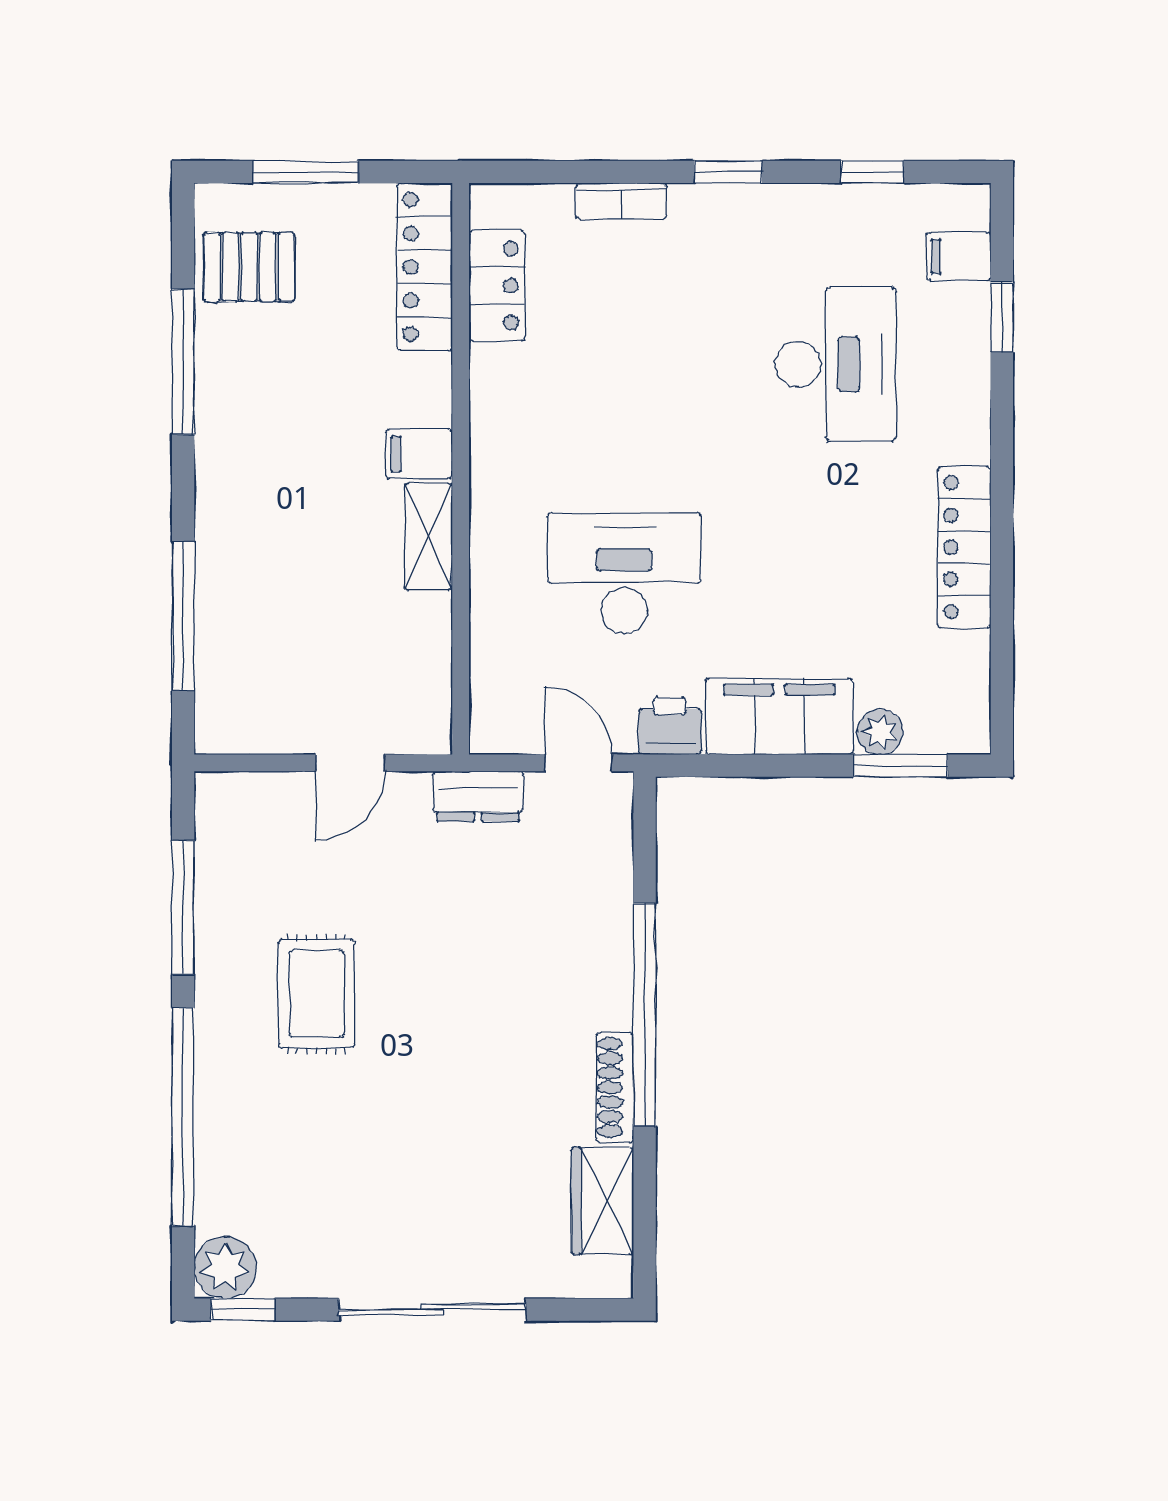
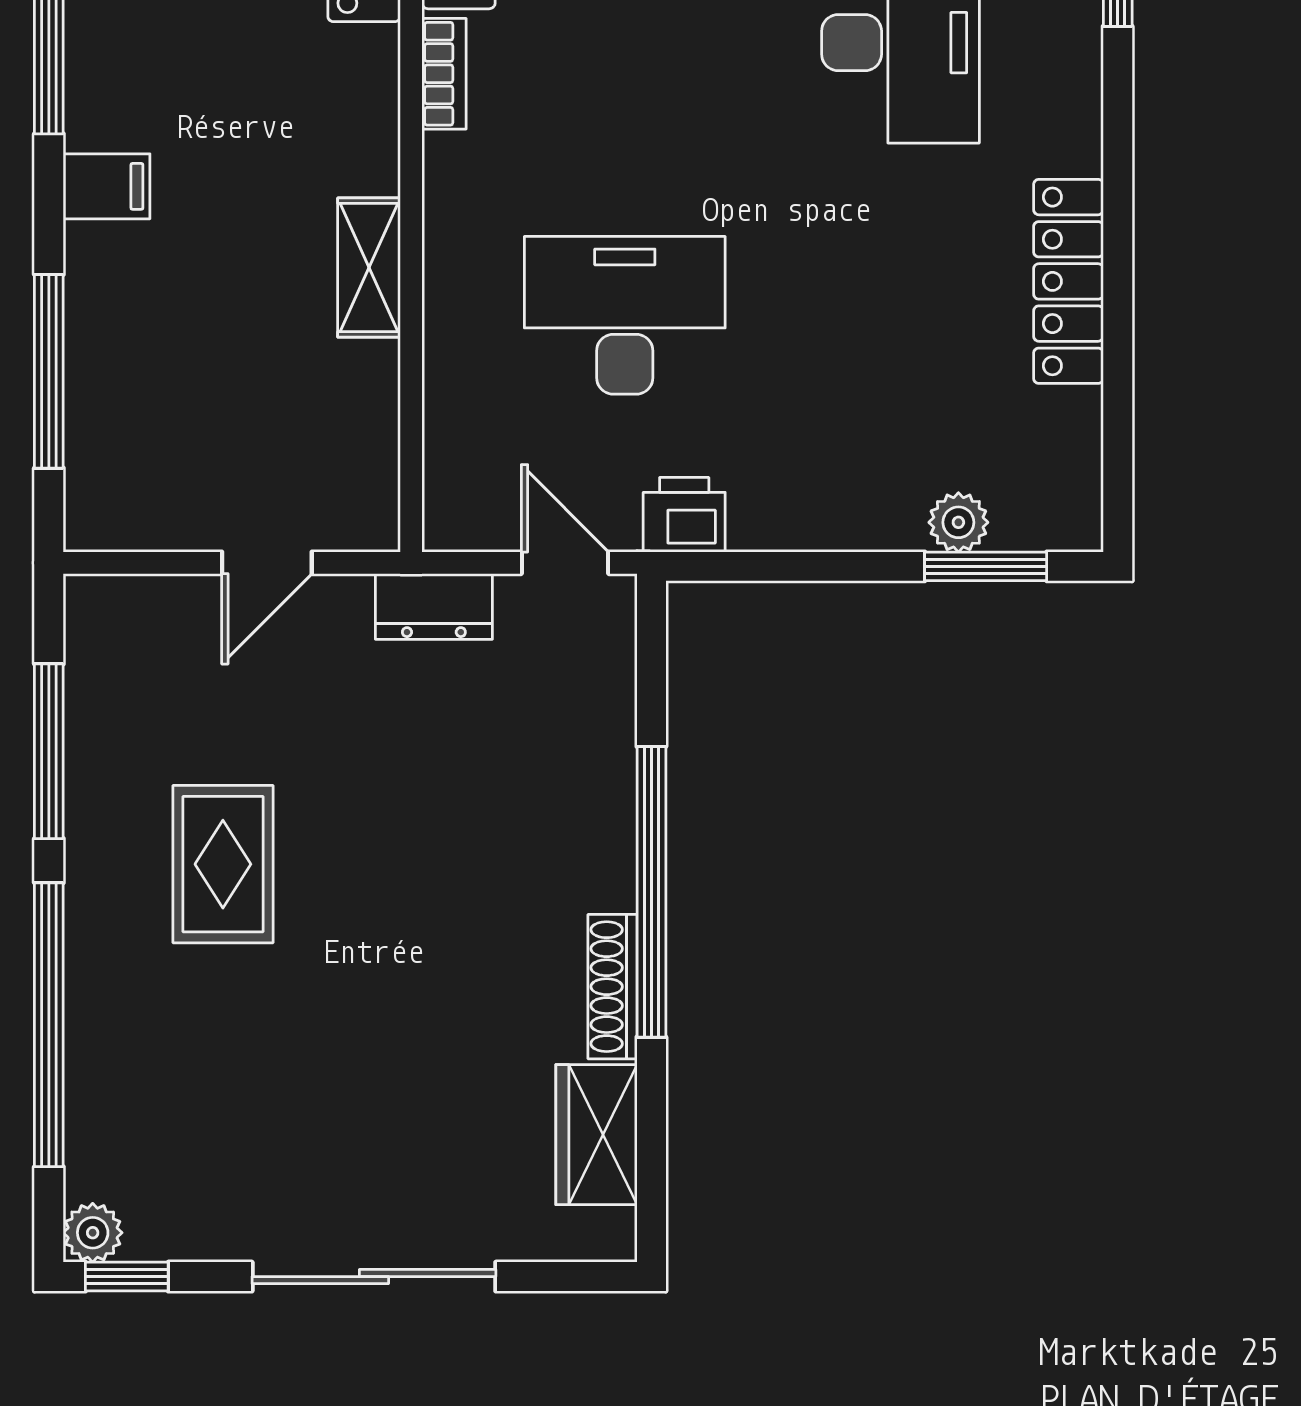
bookcase: (486, 388) -> (444, 74), added
filing cabinet: (419, 454) -> (107, 186), moved, turned 180
filing cabinet: (779, 716) -> (827, 502), removed
plant: (225, 1268) -> (93, 1233), width x0.73, depth x0.73

